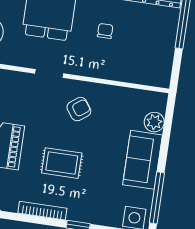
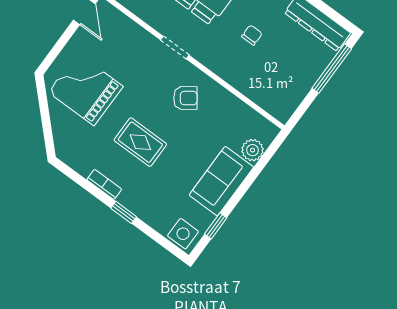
window: (157, 198) -> (216, 226), width x0.46
bookcase: (42, 211) -> (104, 184), width x0.64

